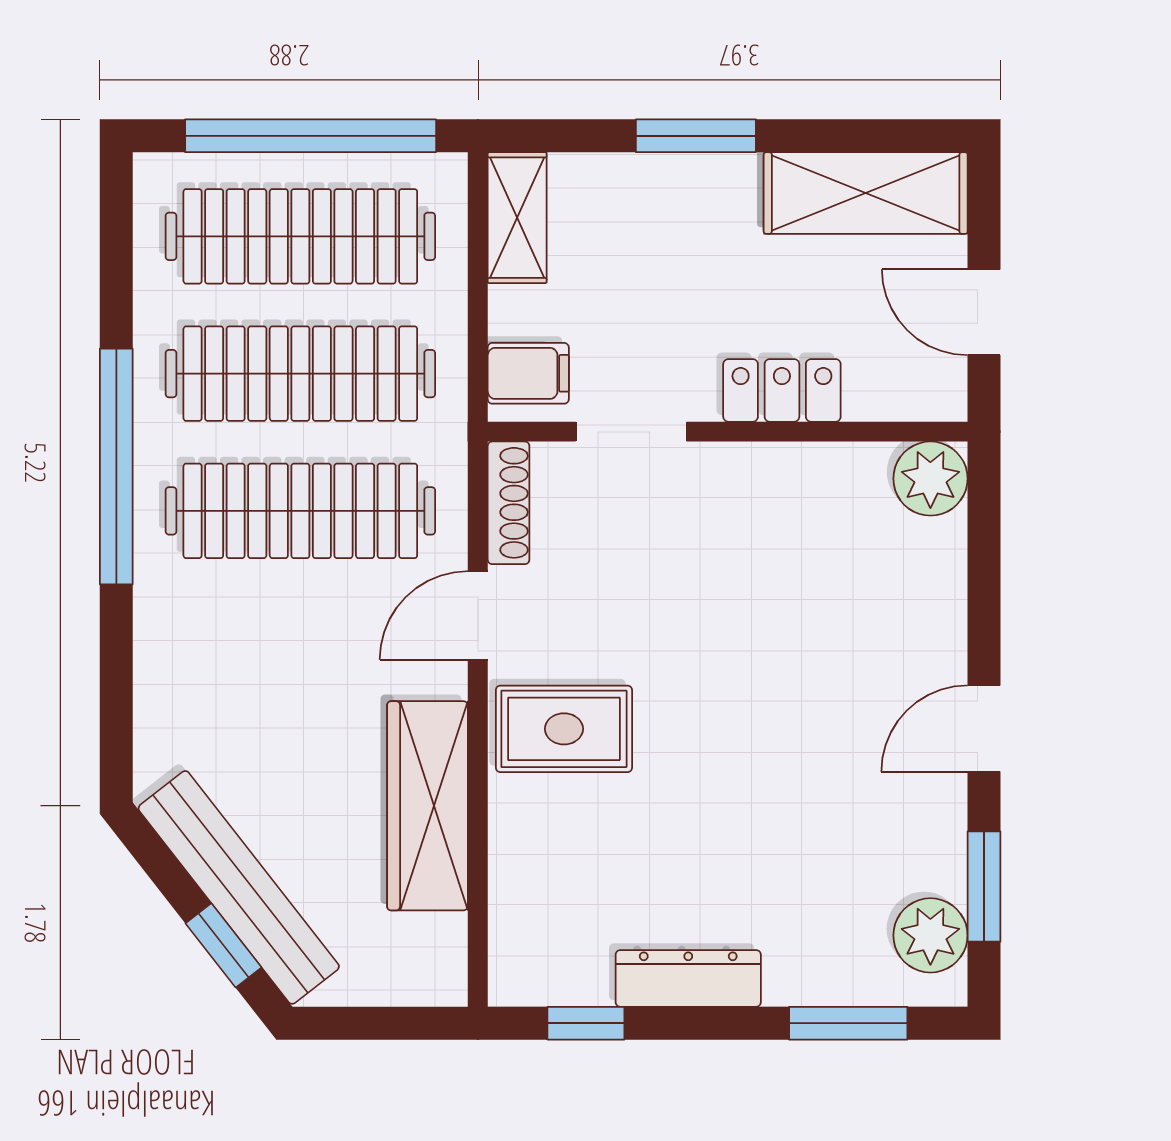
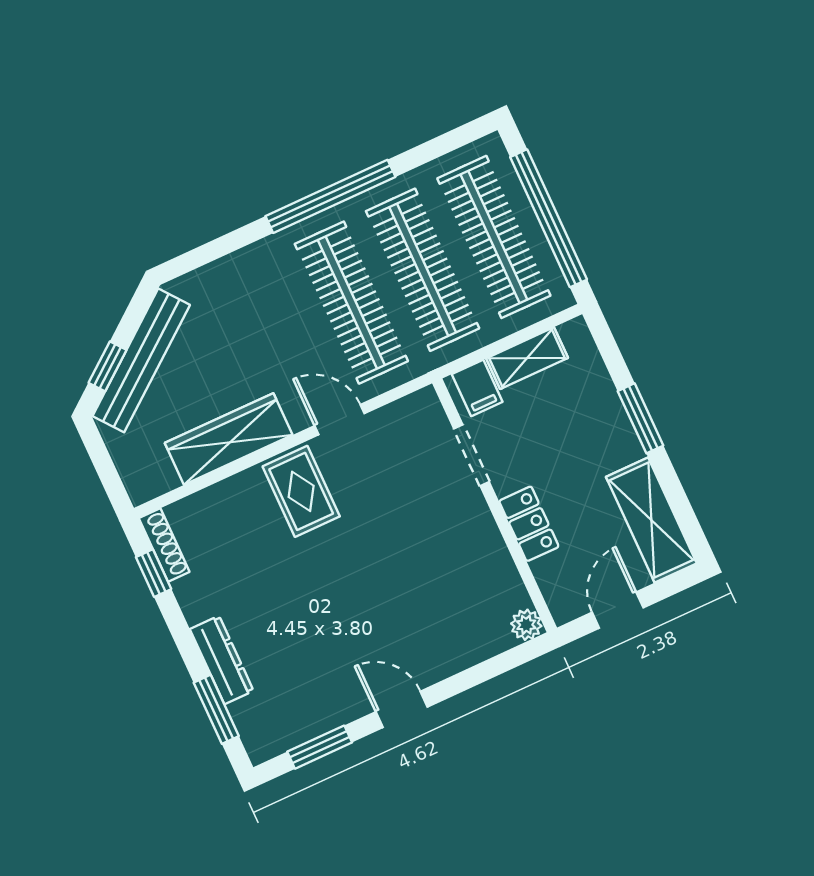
shelving: (517, 218) -> (527, 358), moved
plant: (930, 479) -> (526, 625), width x0.73, depth x0.73
shoe rack: (509, 503) -> (164, 545), moved, turned -90
plant: (930, 935) -> (281, 731), removed
dresser: (688, 978) -> (222, 660), moved

